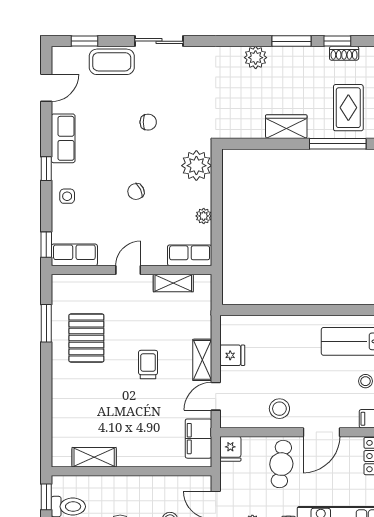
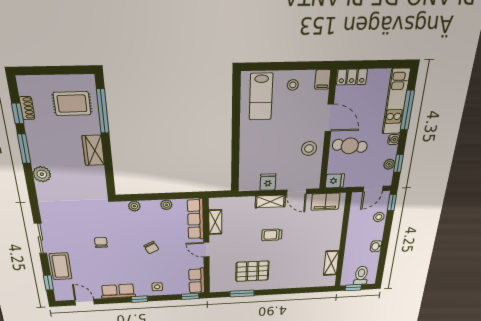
plant: (196, 166) -> (134, 206), width x0.53, depth x0.53
row of seats: (190, 255) -> (196, 219), width x1.48

